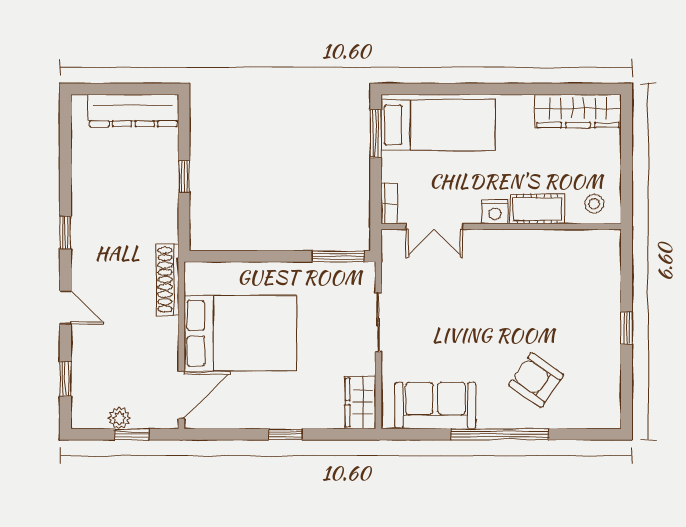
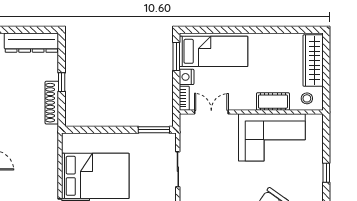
wardrobe: (578, 111) -> (313, 61), moved, turned 90
nightstand: (495, 212) -> (187, 77), moved, turned 90
double door: (434, 227) -> (211, 112), swing flipped
corner sofa: (536, 269) -> (272, 137), added
shoe rack: (168, 280) -> (52, 103), moved

